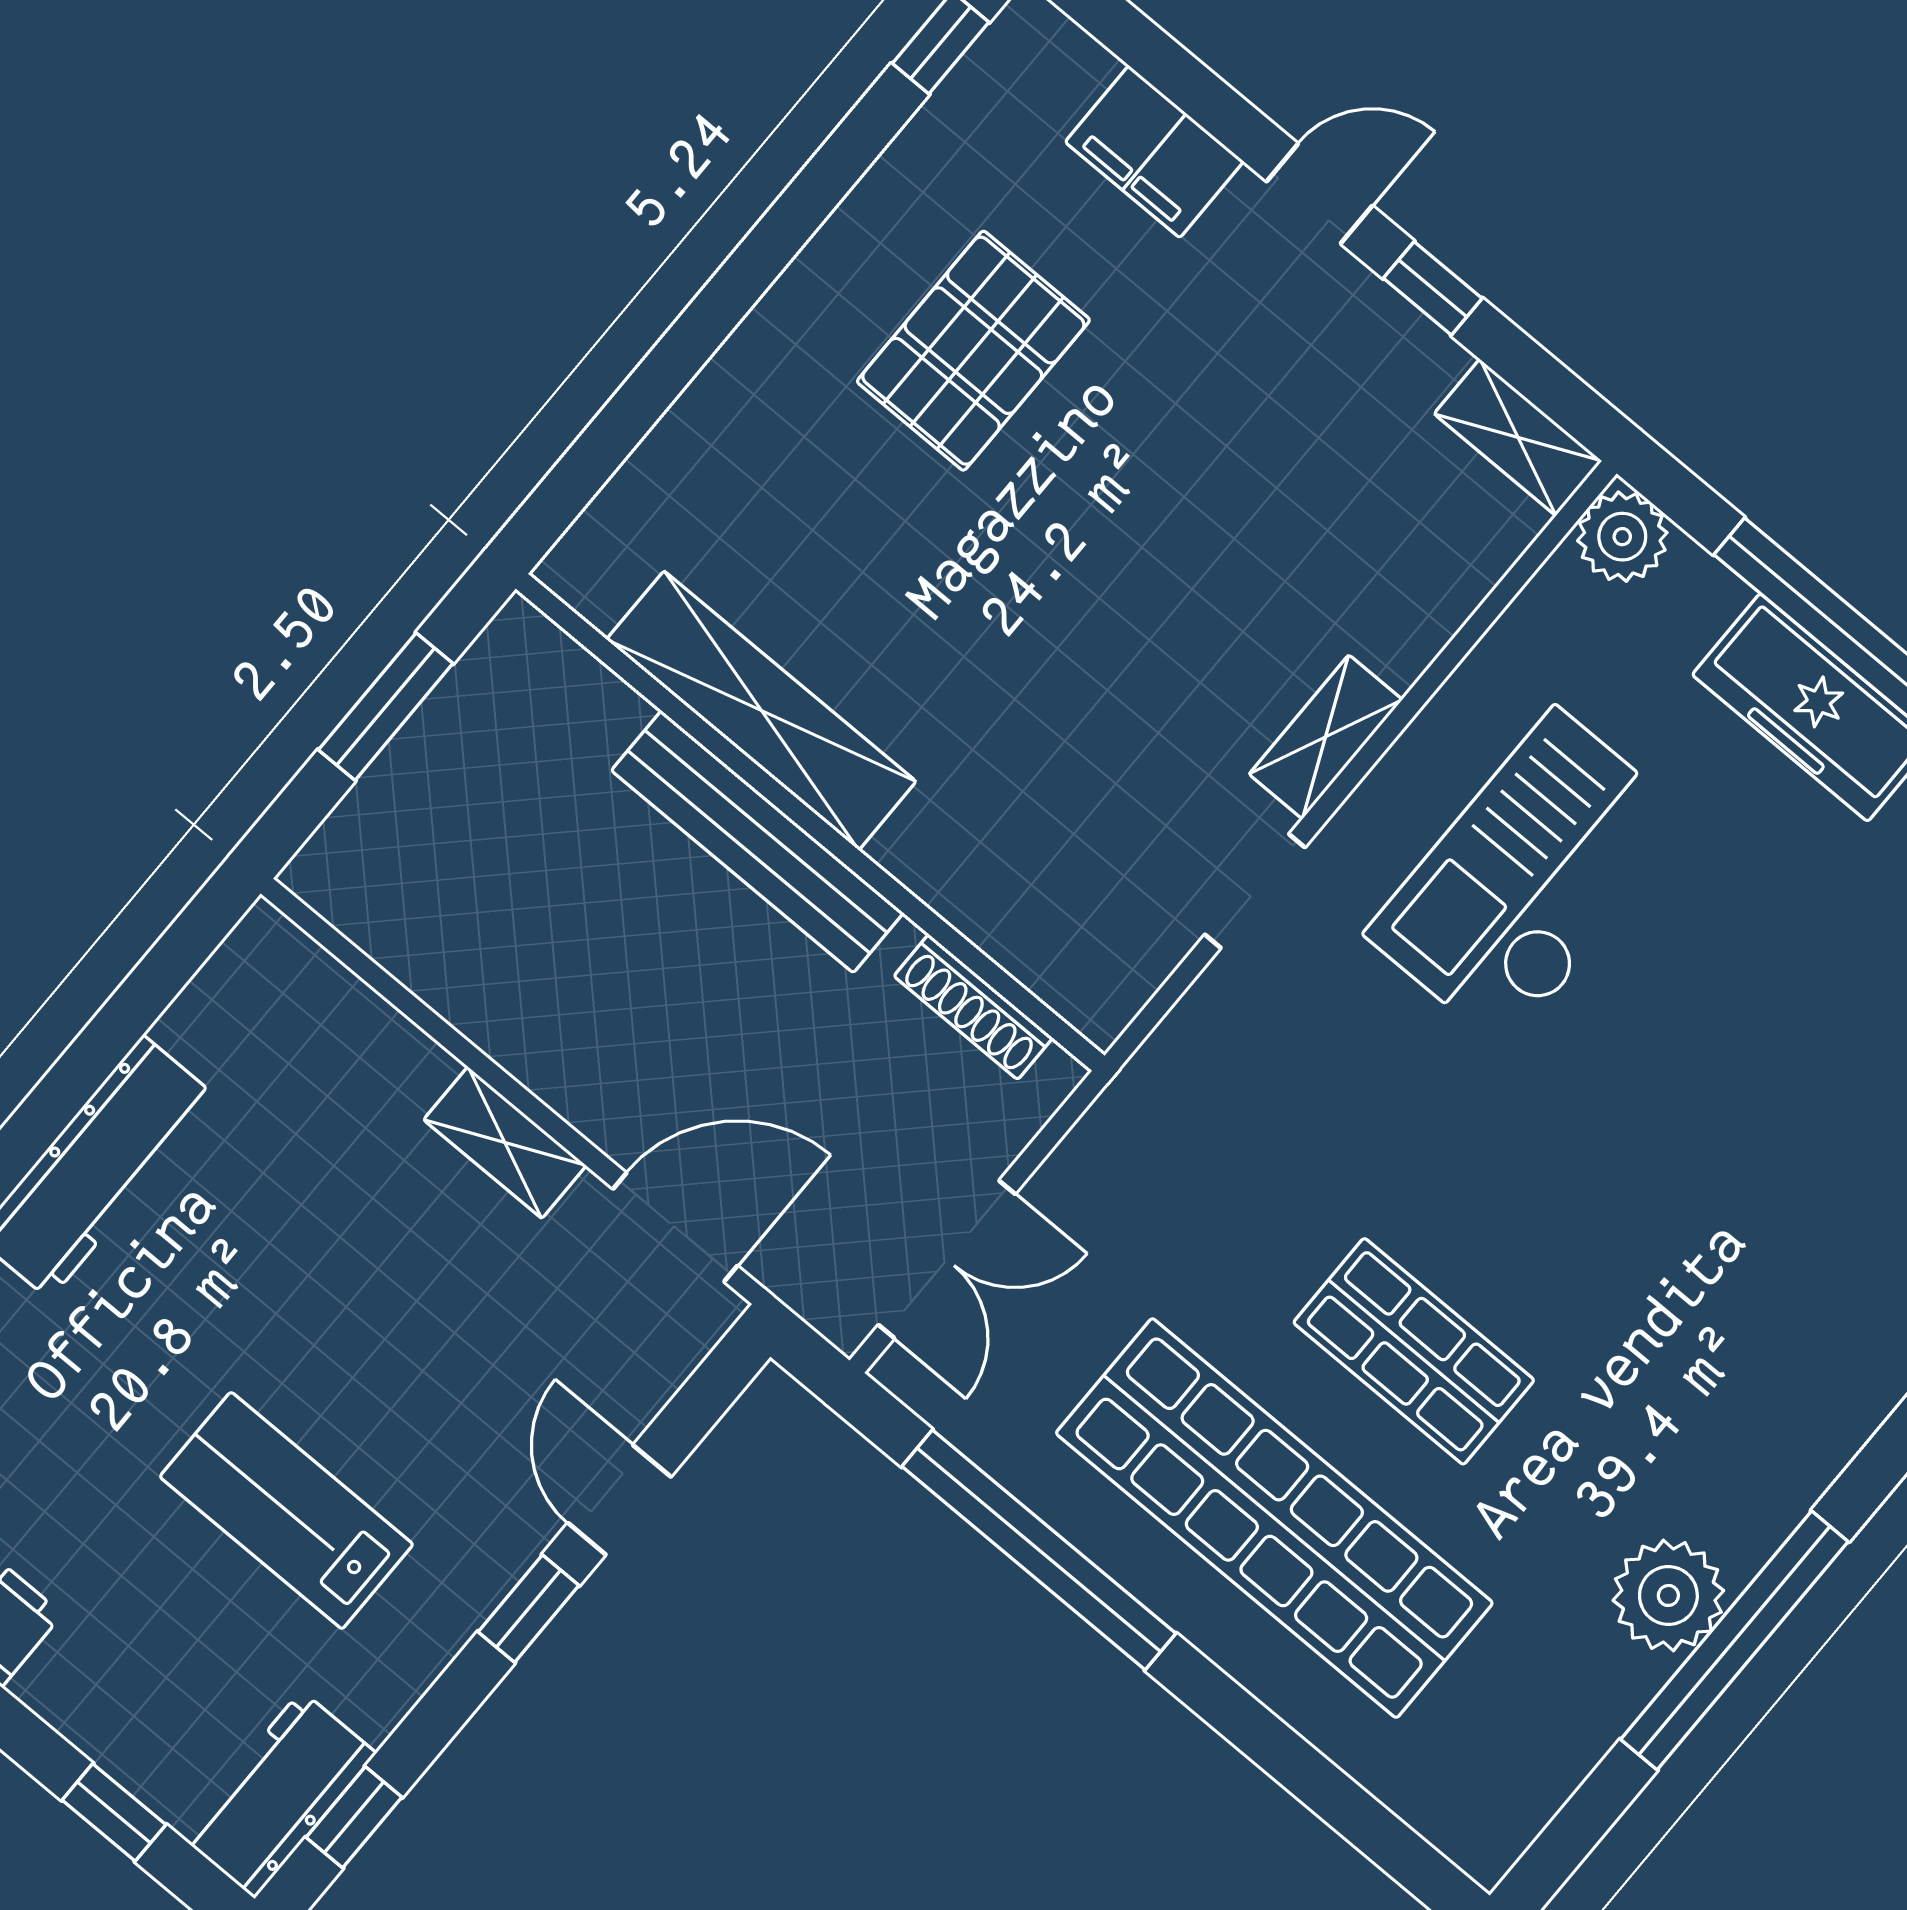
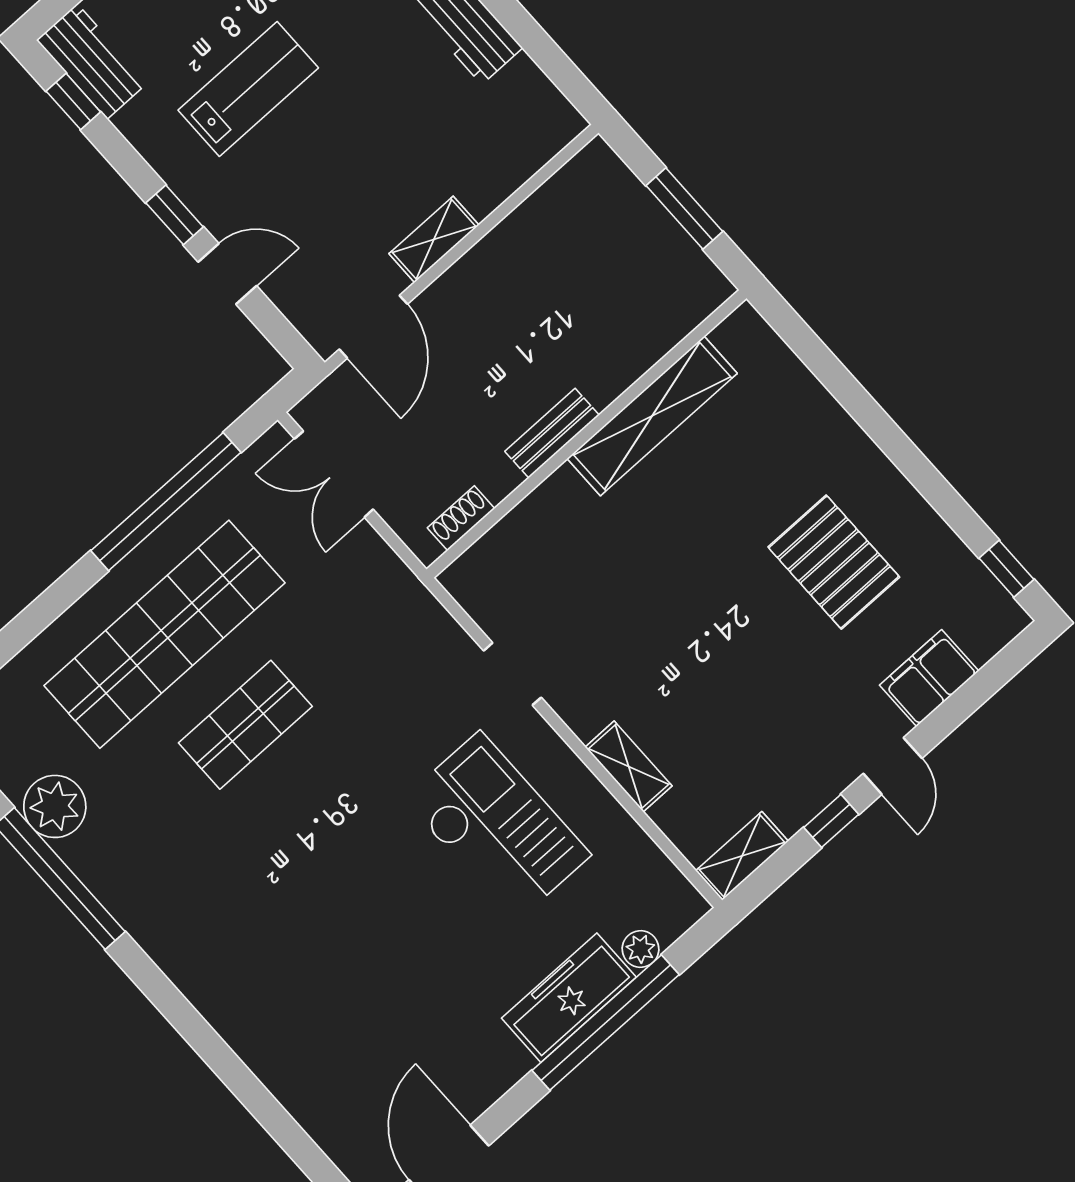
plant: (1622, 537) -> (640, 949), moved, width x0.73, depth x0.73
shelving: (1326, 737) -> (629, 766), moved
bench: (757, 842) -> (552, 433), width x0.54, depth x0.82
shoe rack: (973, 1007) -> (461, 518), width x0.70
plant: (1668, 1595) -> (55, 806), moved

